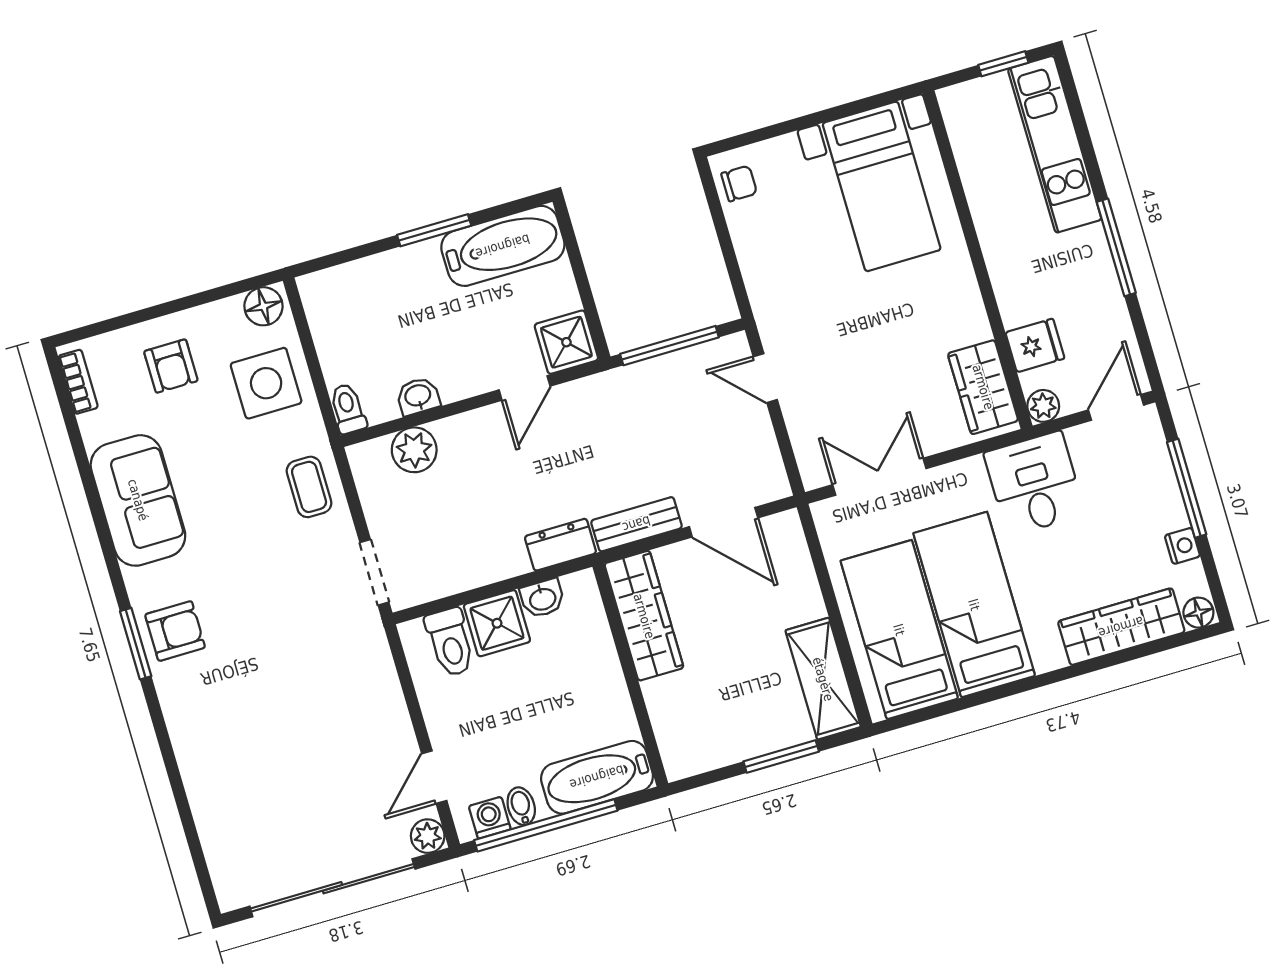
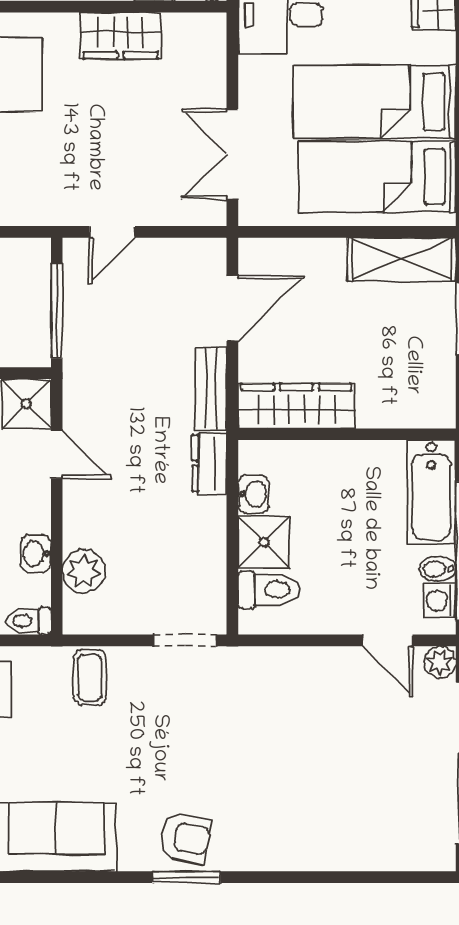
wardrobe: (983, 387) -> (121, 36), moved
coffee table: (309, 487) -> (90, 677), turned 90
armchair: (175, 631) -> (185, 838), turned 100

